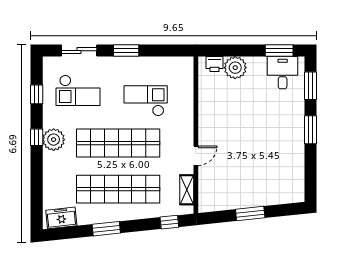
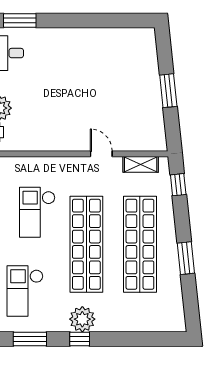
checkout: (78, 90) -> (25, 291), turned 180
window: (37, 94) -> (30, 339), width x1.50
window: (311, 130) -> (71, 20), removed
freezer: (61, 218) -> (173, 310), removed

